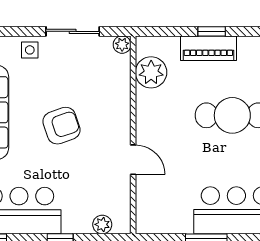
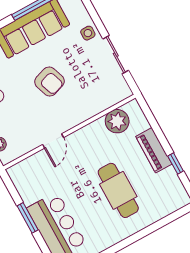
window: (212, 31) -> (176, 163), moved
plant: (122, 45) -> (125, 92), removed

